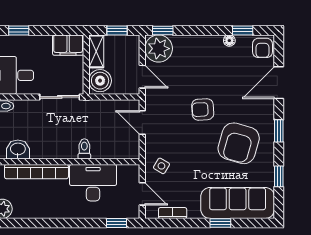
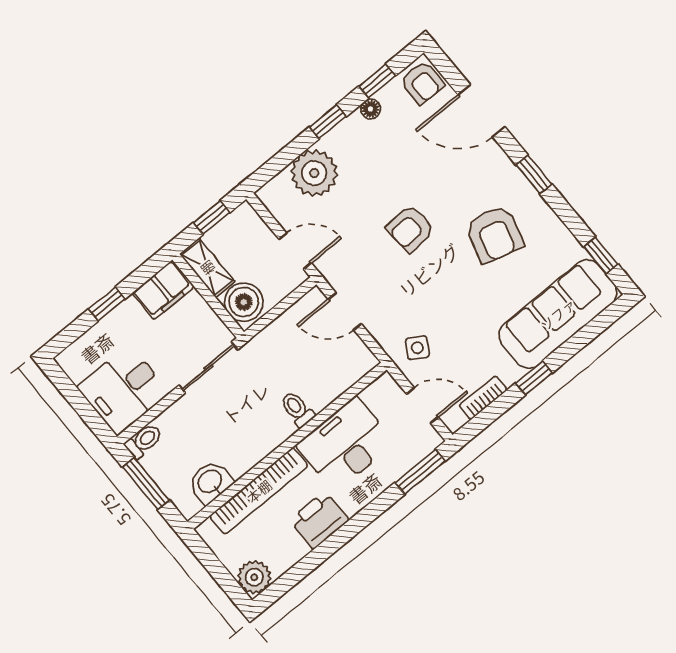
window: (19, 30) -> (107, 304), moved
window: (163, 30) -> (328, 122), moved
plant: (159, 49) -> (314, 173), moved
door: (279, 83) -> (481, 111), hinge flipped
armchair: (239, 143) -> (494, 234), width x0.73, depth x0.73
window: (279, 176) -> (601, 255), moved
printer: (53, 207) -> (319, 520), added
window: (117, 223) -> (420, 472), width x1.50
window: (220, 223) -> (534, 378), moved

